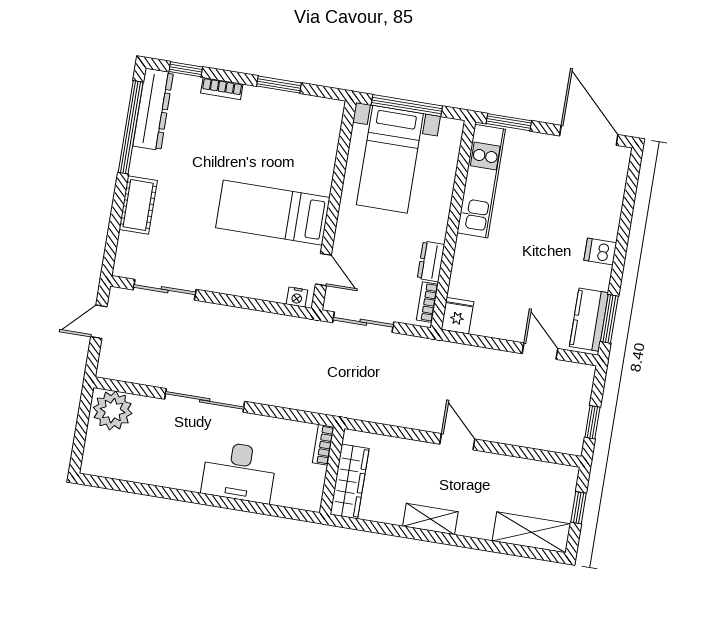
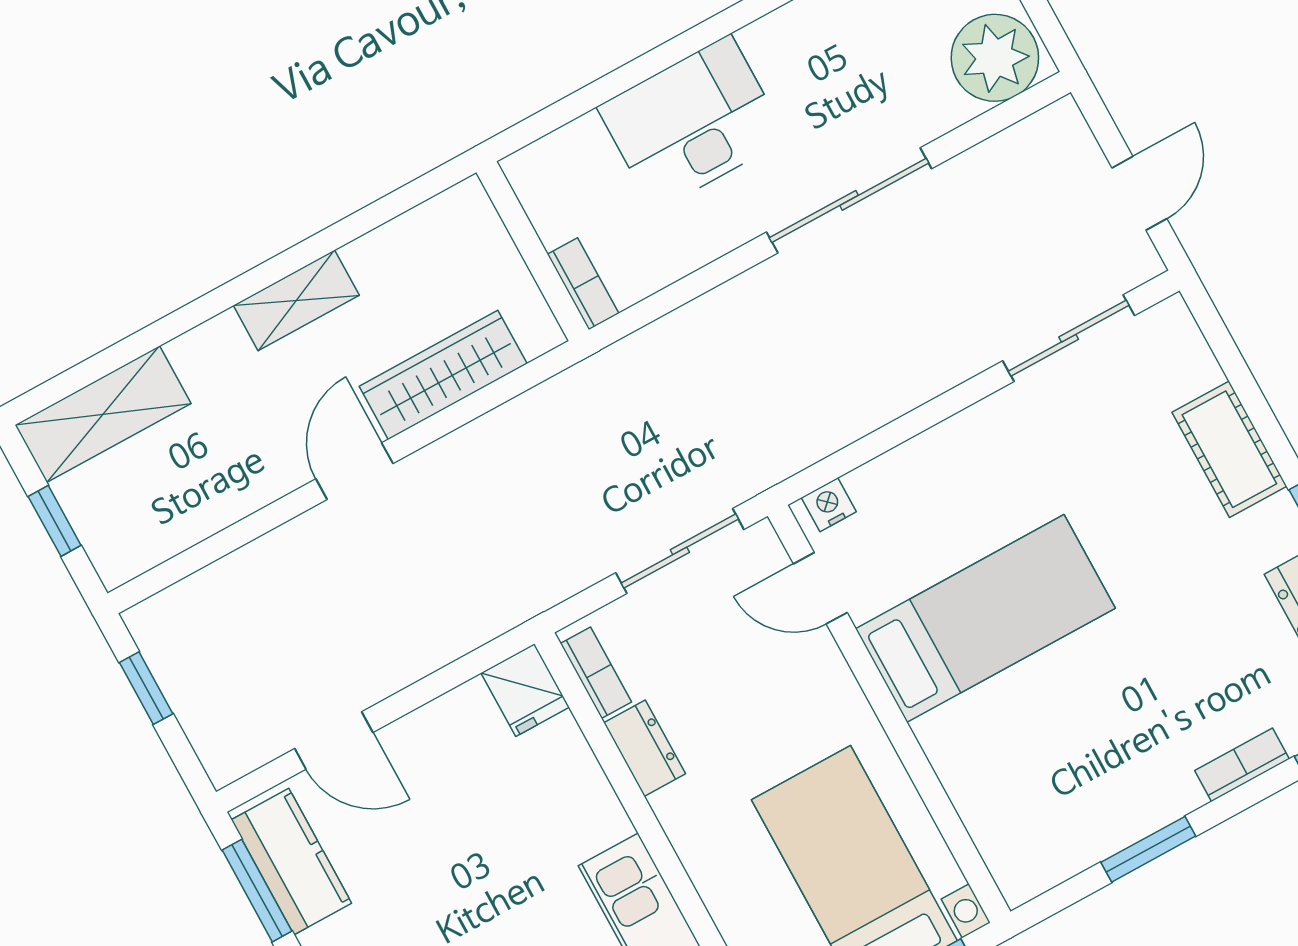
door: (457, 442) -> (354, 471), swing flipped
wardrobe: (350, 481) -> (443, 375), moved, turned 90

